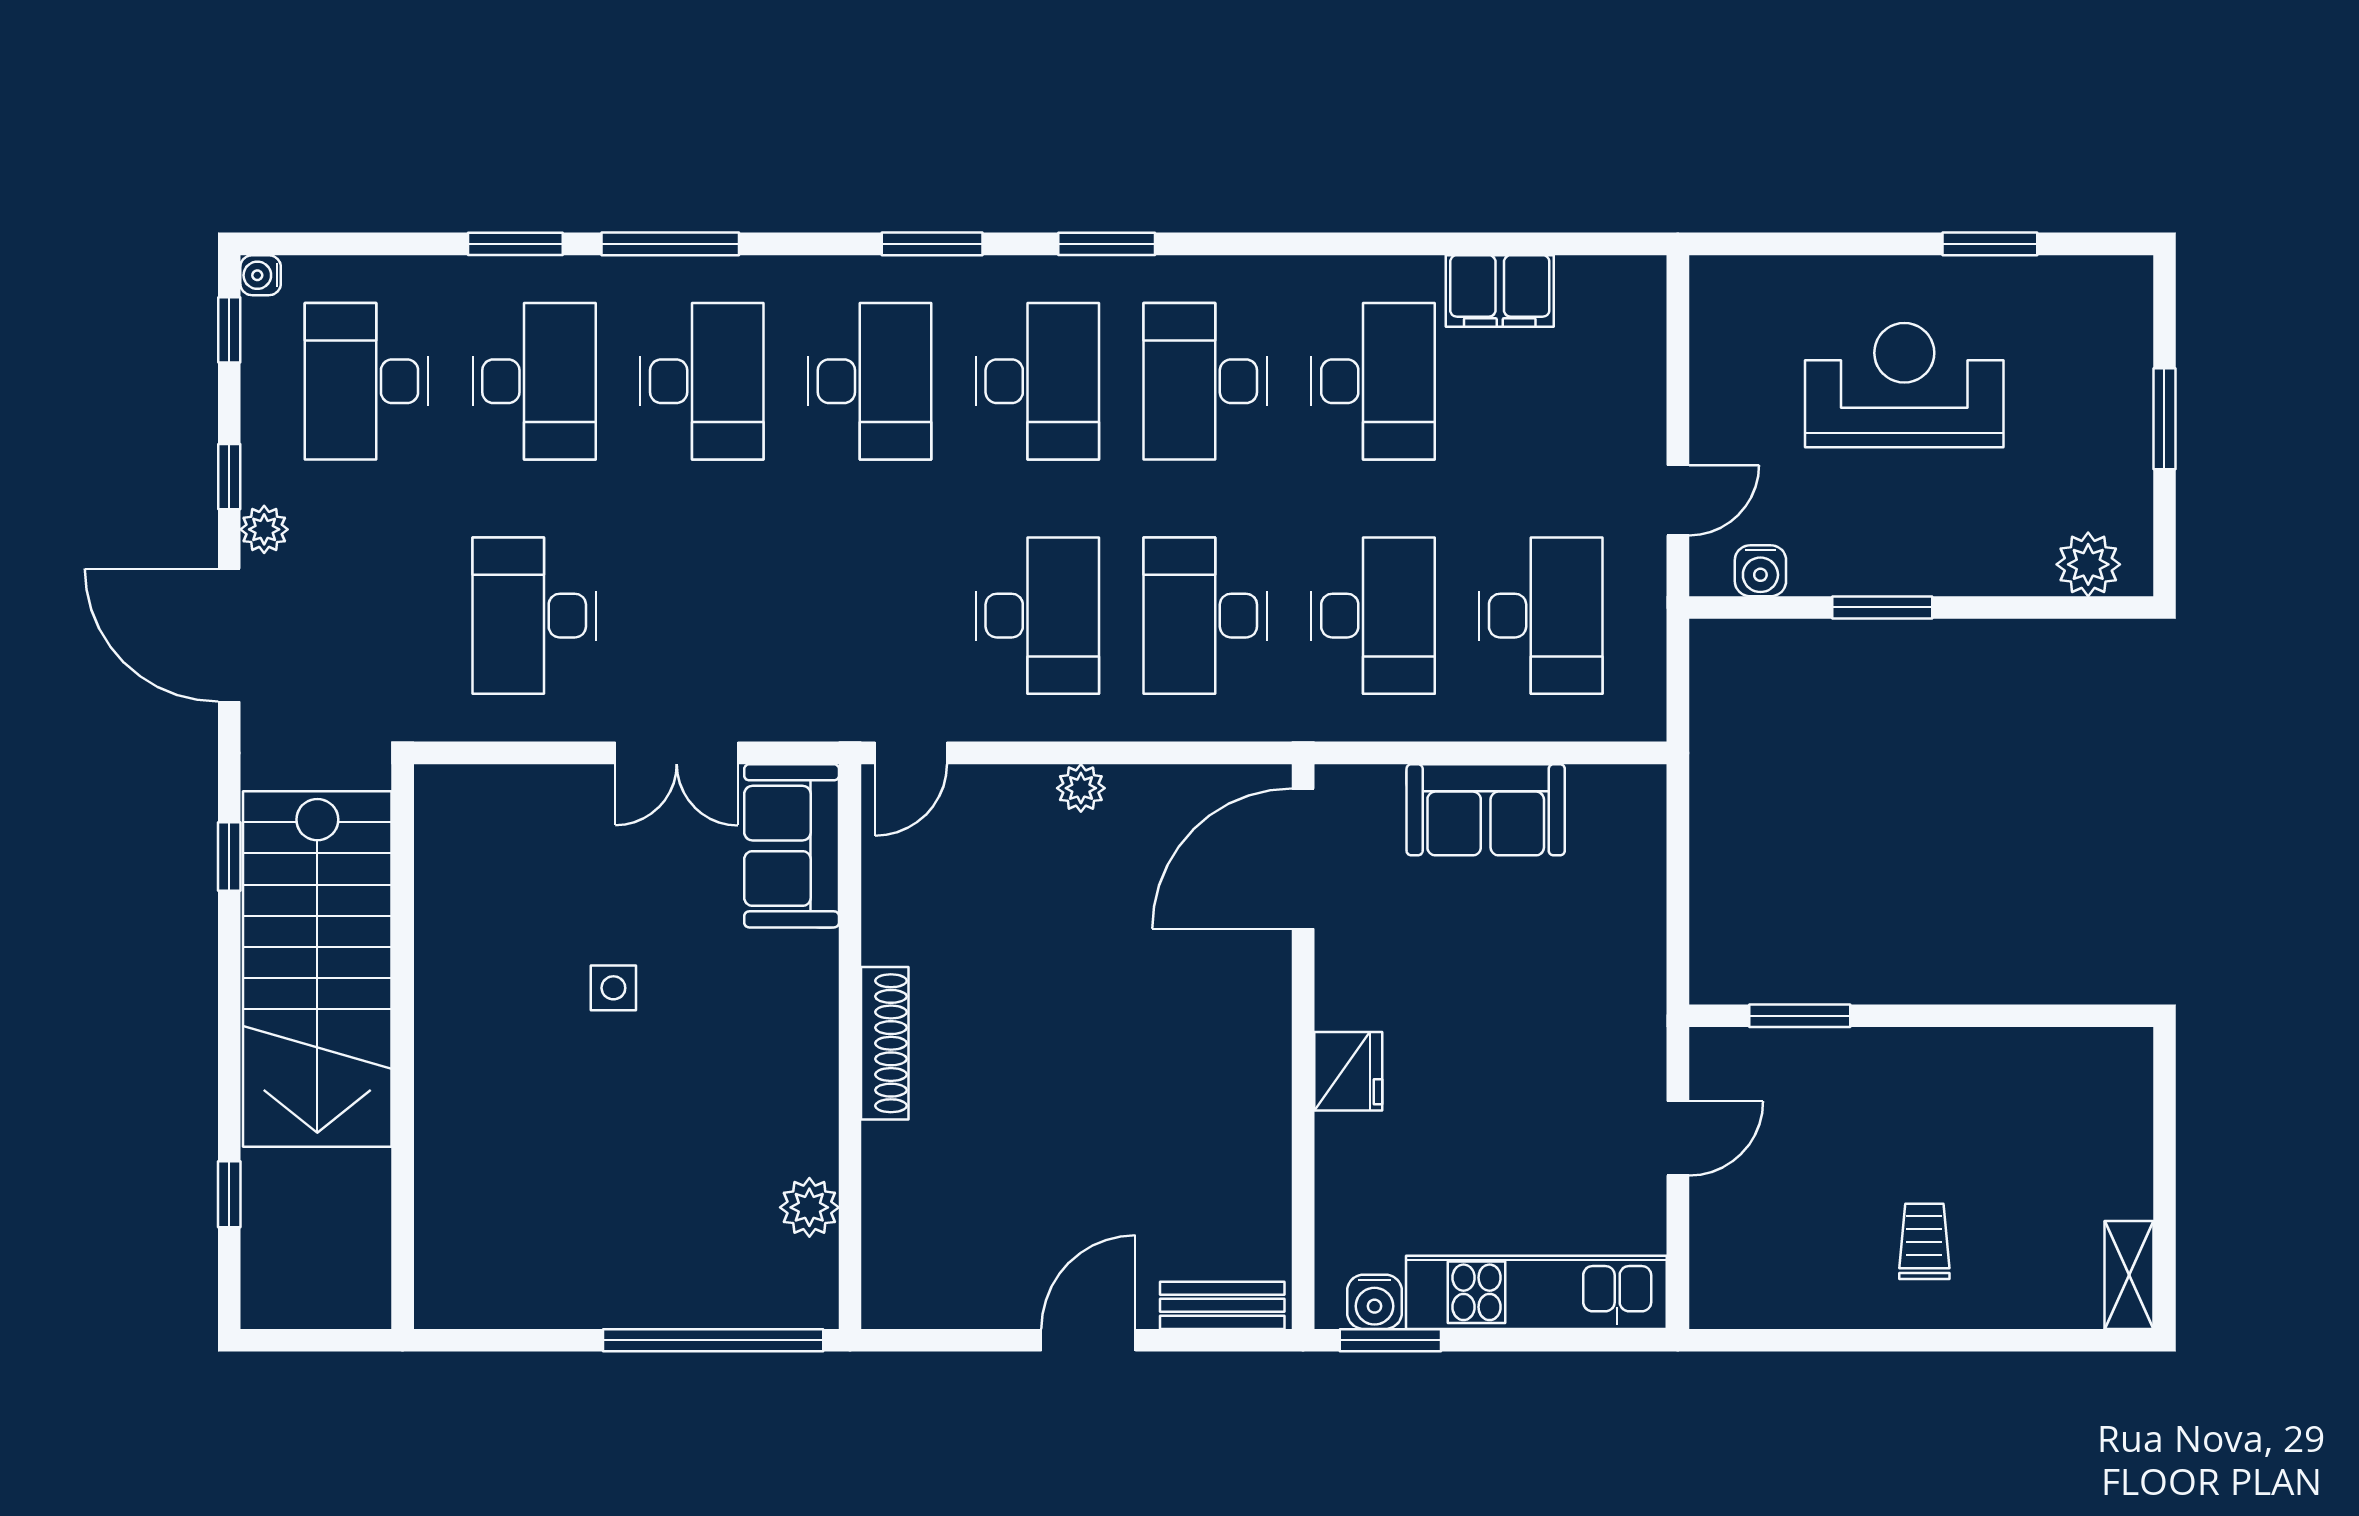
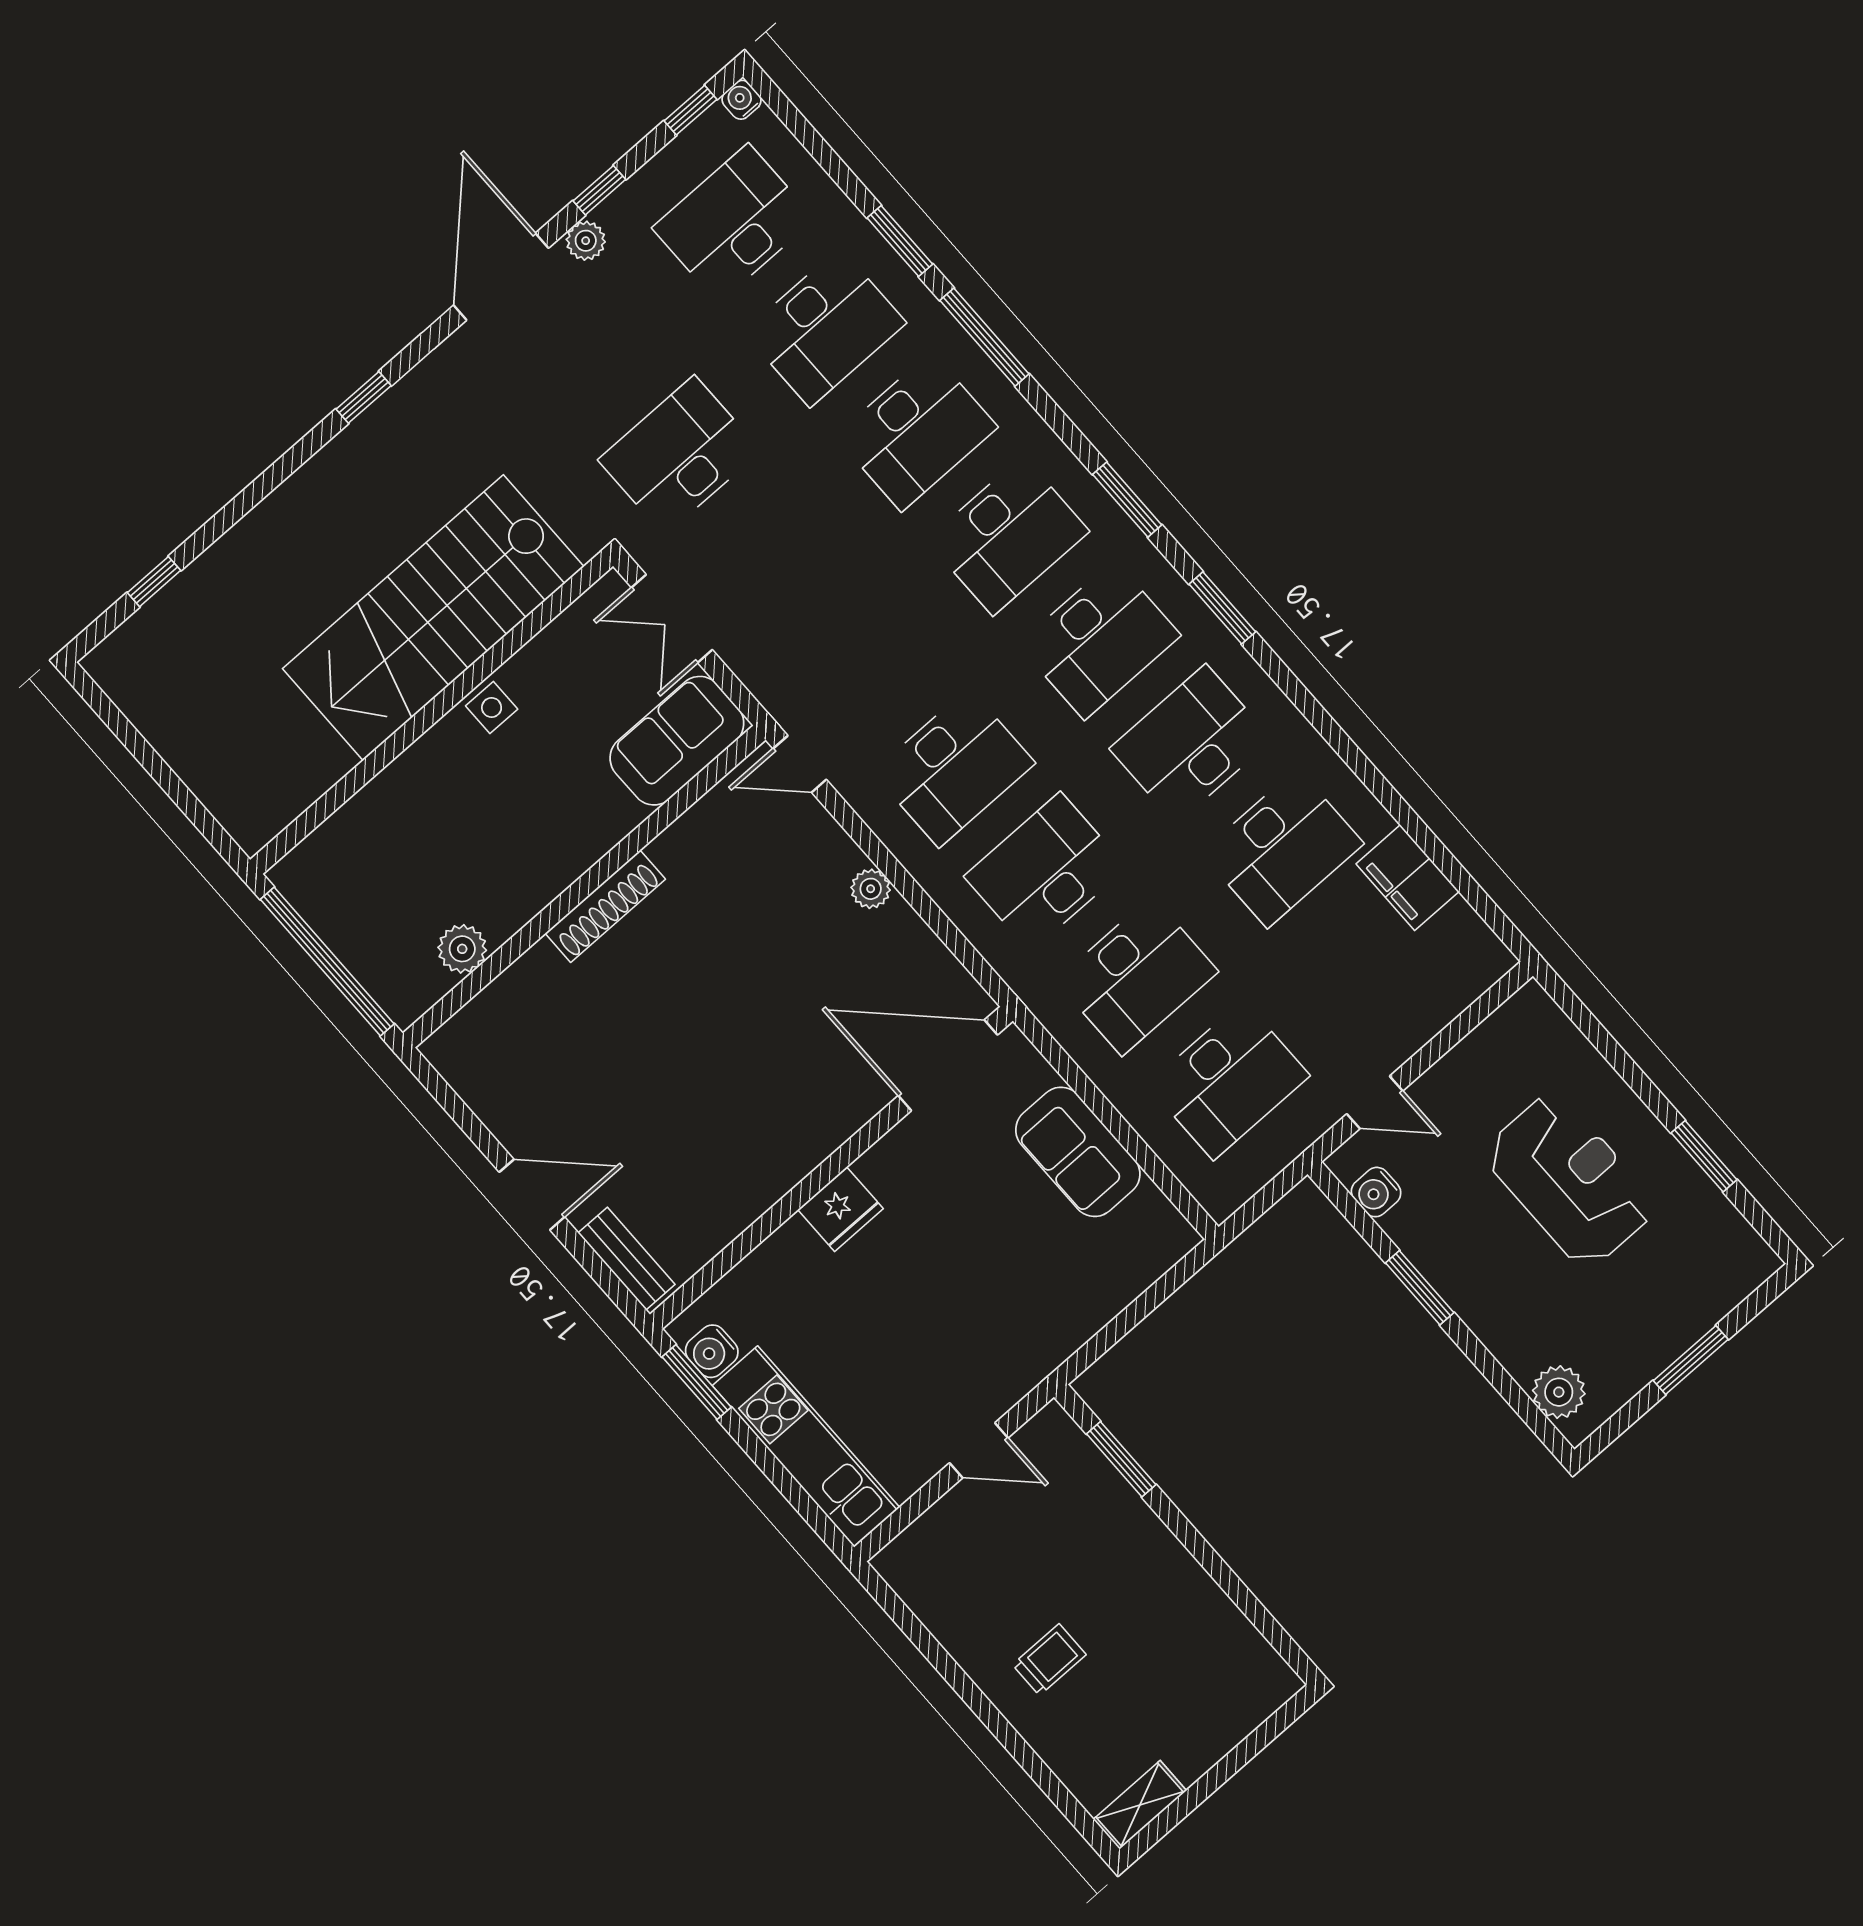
stairs: (317, 969) -> (433, 618), moved
wall: (403, 1047) -> (432, 713), moved

